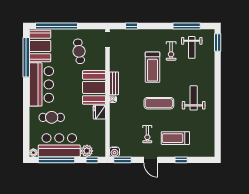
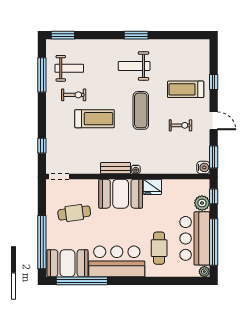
window: (218, 99) -> (136, 35), added
treadmill: (175, 138) -> (186, 89), turned 90
door: (151, 160) -> (214, 121), hinge flipped

